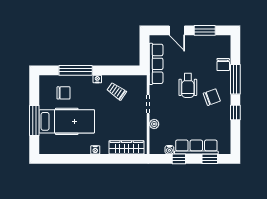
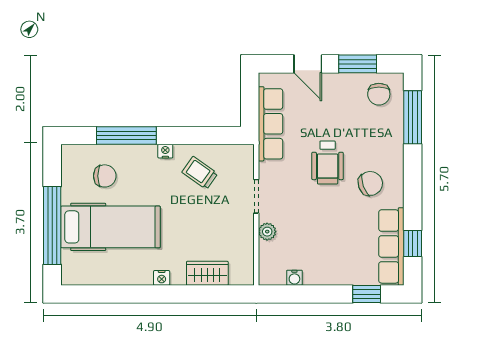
chair: (223, 65) -> (379, 94), moved
window: (235, 79) -> (413, 117), moved
window: (235, 113) -> (413, 244), moved
window: (34, 121) -> (52, 225), width x1.46
wardrobe: (127, 147) -> (207, 273), width x0.67
row of seats: (196, 147) -> (391, 246), moved, turned -90
window: (179, 159) -> (311, 294), removed

